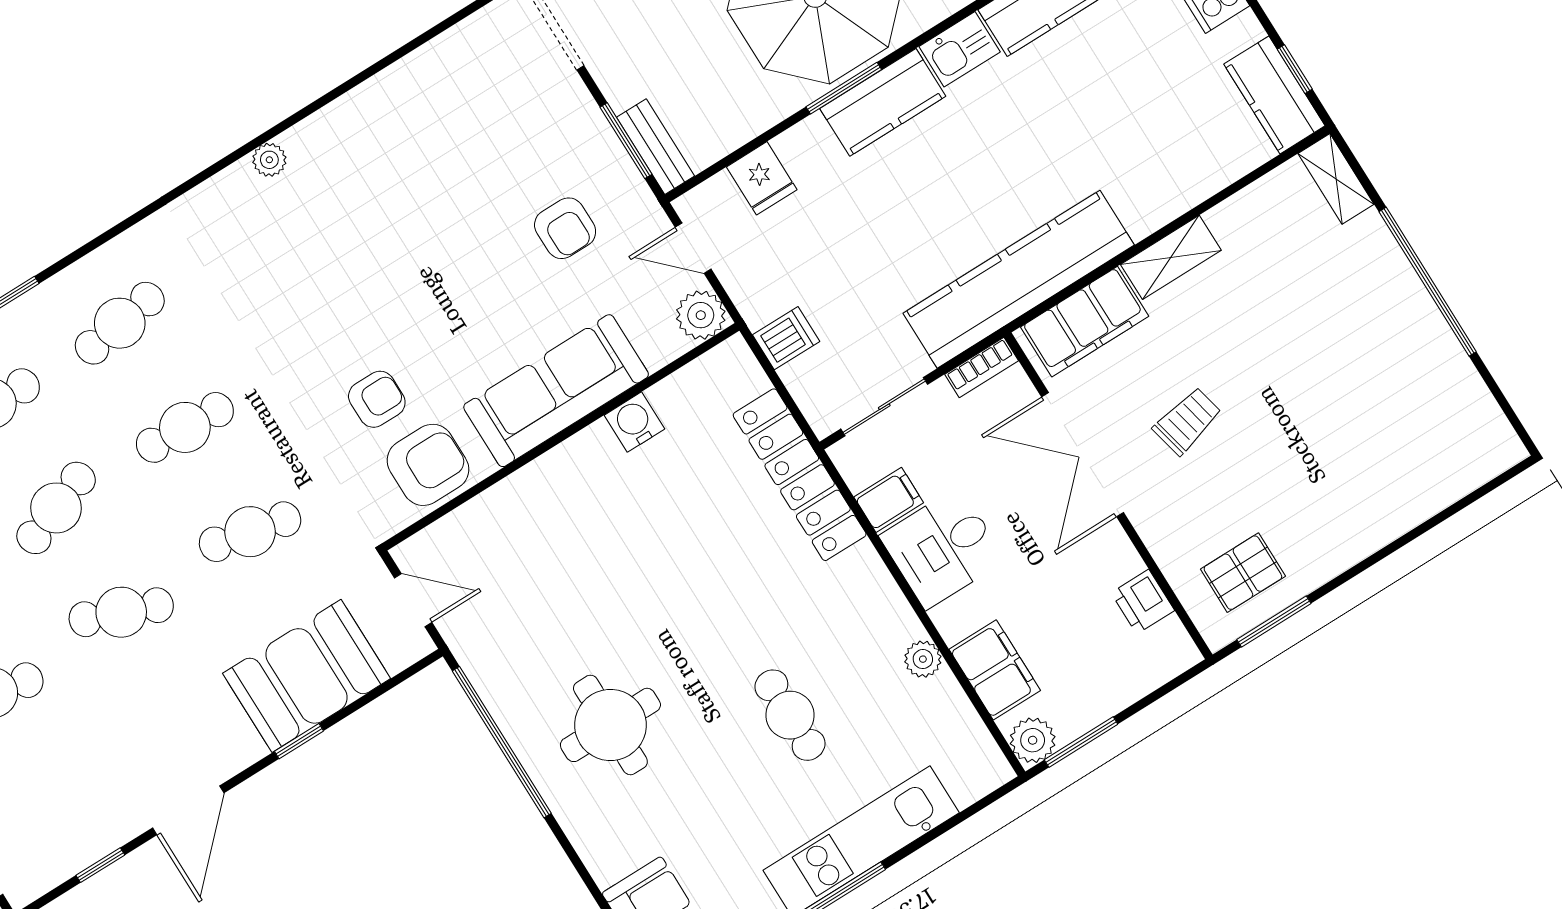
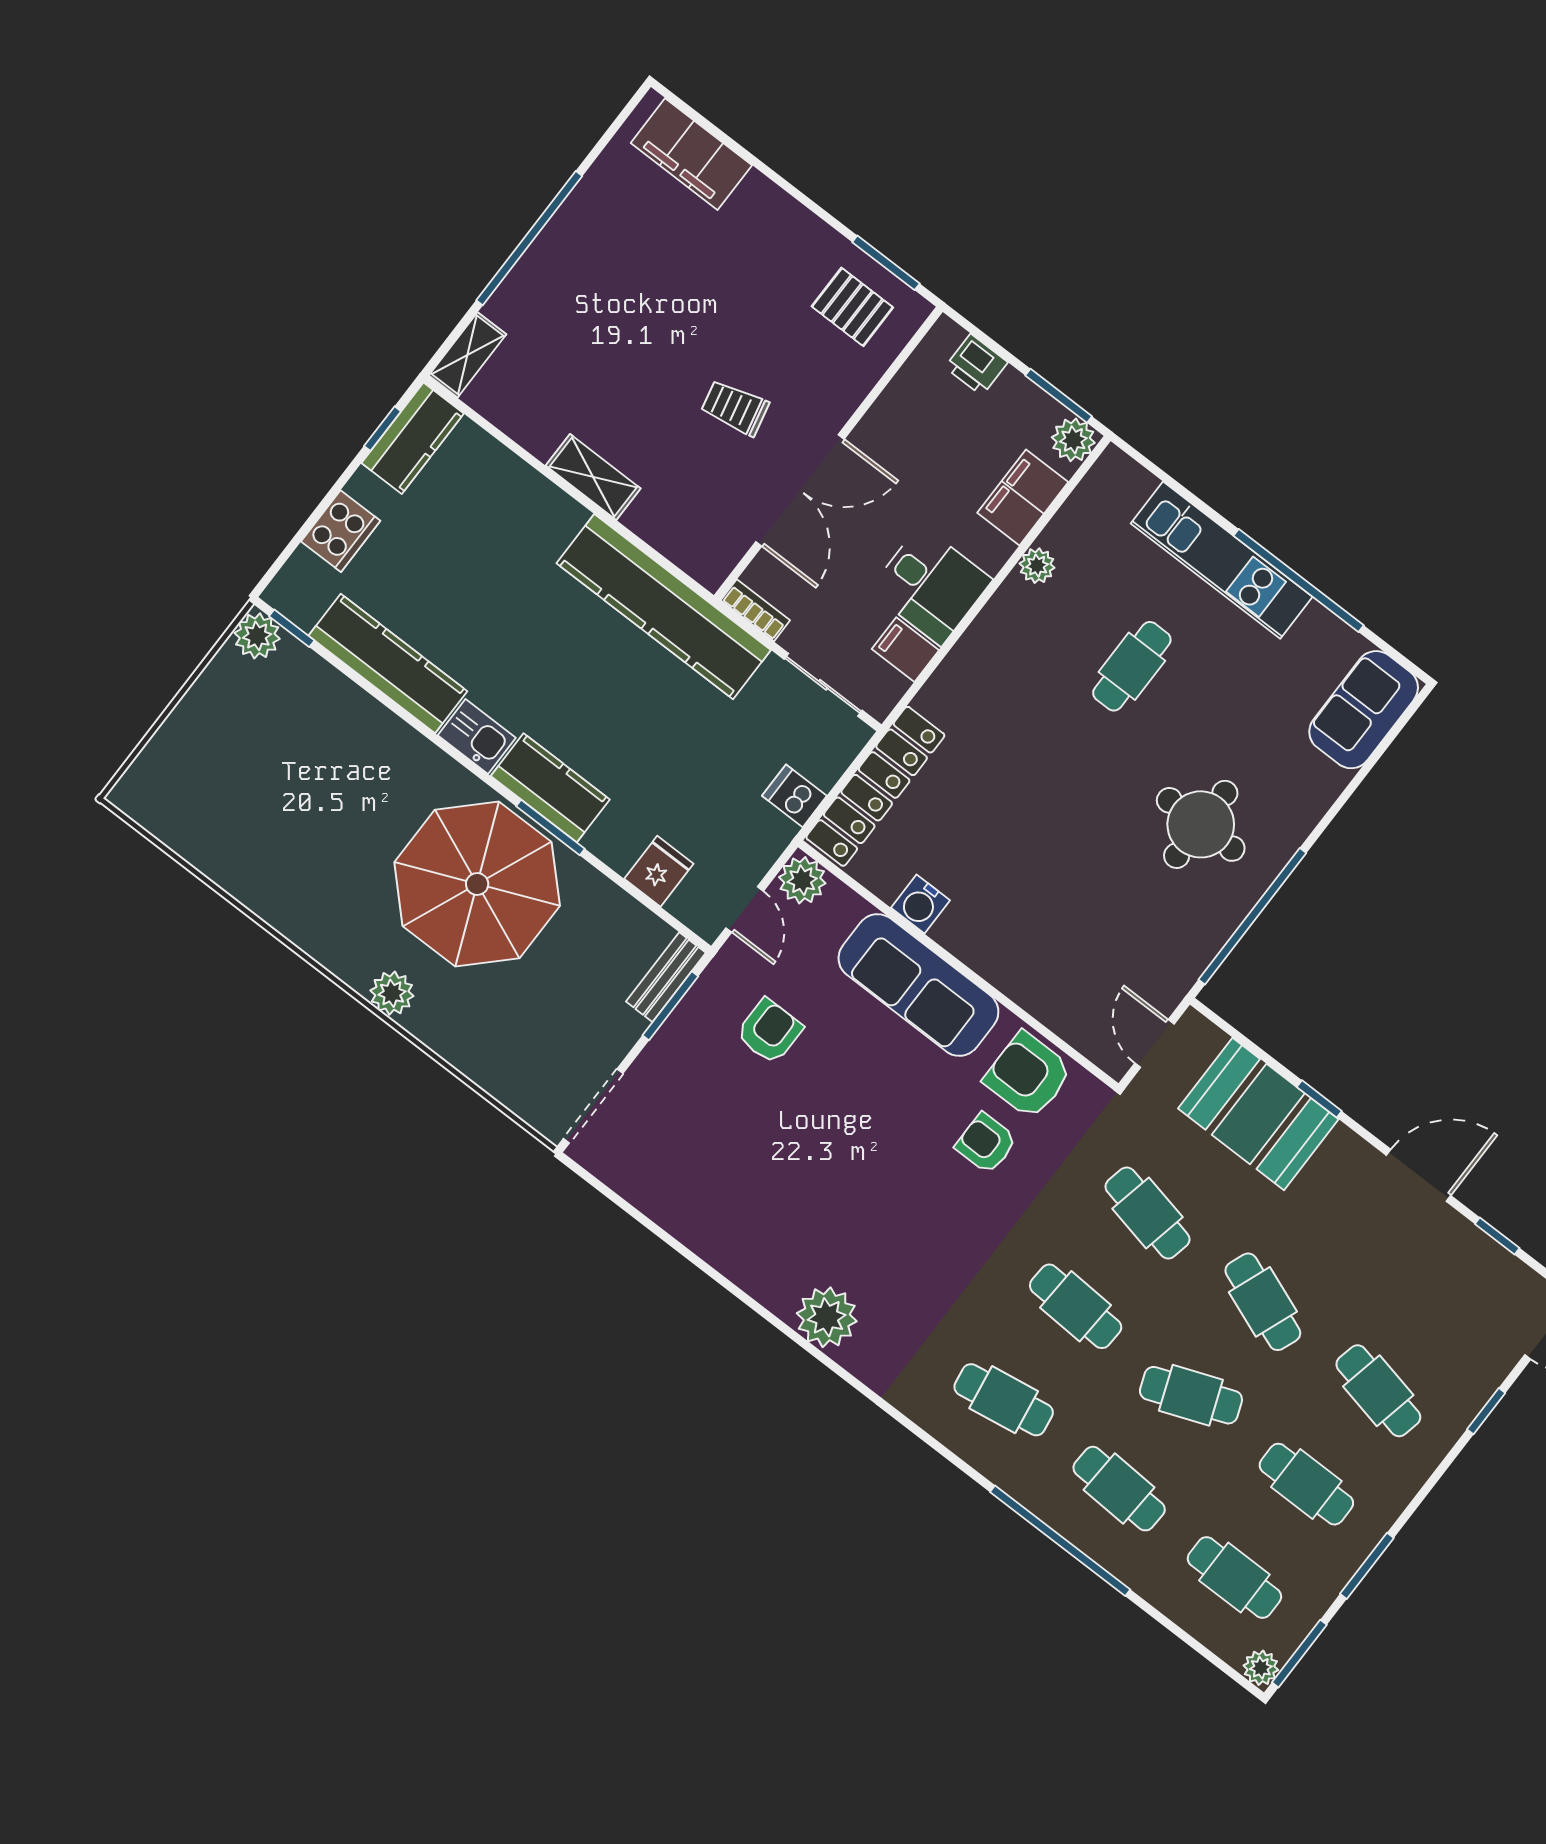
plant: (269, 160) -> (827, 1317), width x1.87, depth x1.87
filing cabinet: (1085, 322) -> (691, 154), moved, turned 180
locker: (800, 475) -> (875, 786), moved
printer: (1143, 602) -> (976, 365), moved, turned 90

